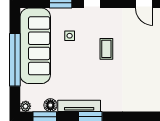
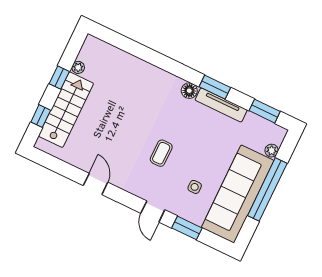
floor lamp: (50, 105) -> (189, 91), moved
plant: (26, 106) -> (272, 151), moved

